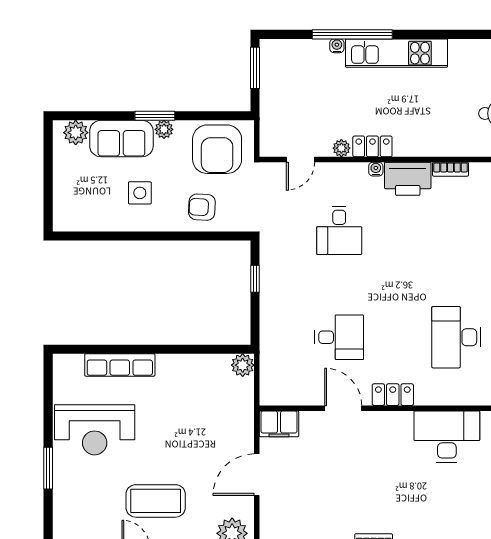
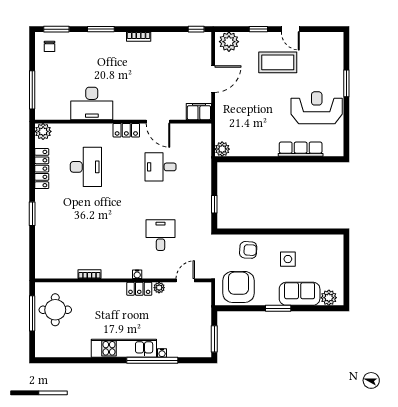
plant: (164, 129) -> (272, 300), removed
printer: (408, 179) -> (117, 268), removed

